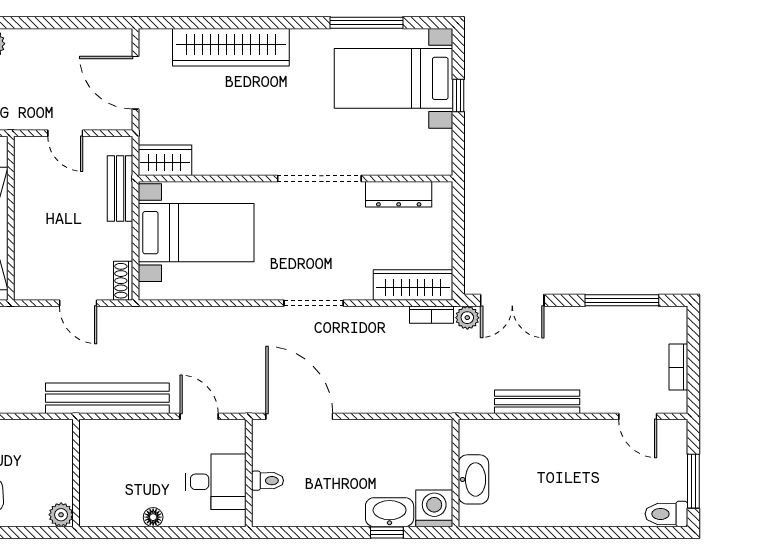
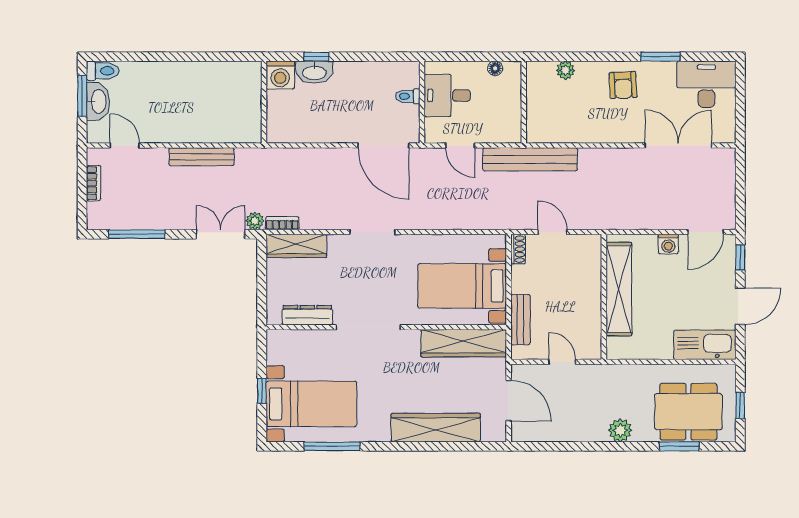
wardrobe: (165, 160) -> (464, 343), width x2.10, depth x1.17
wall: (76, 473) -> (524, 102), moved
washbasin: (473, 479) -> (98, 101), moved, turned 180

